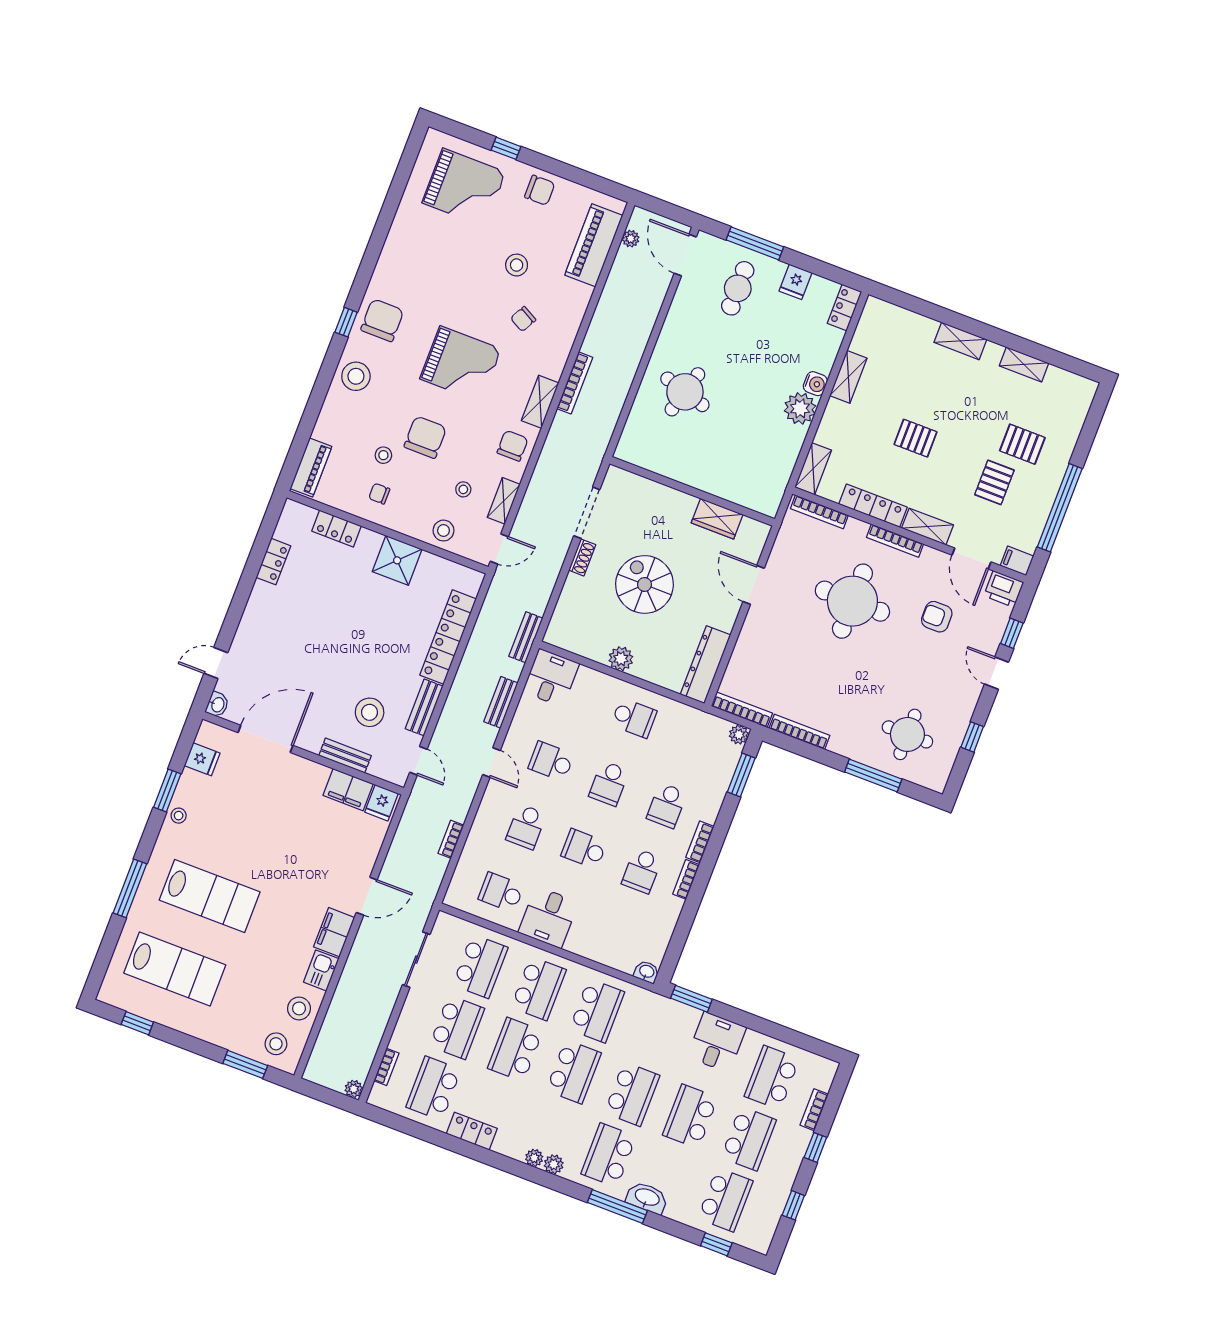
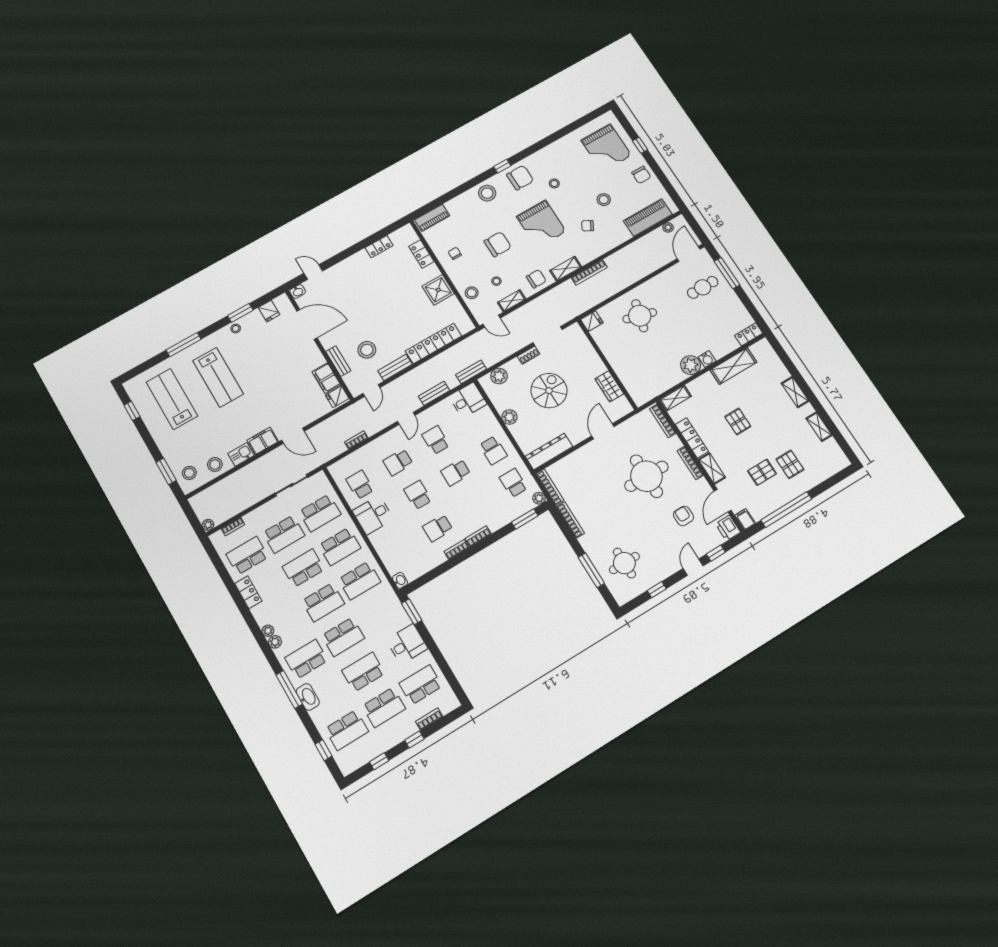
fridge: (796, 282) -> (592, 321), moved, turned 180
shelving: (848, 377) -> (733, 366), width x1.50, depth x1.33
stool: (383, 455) -> (554, 183), moved
plant: (566, 615) -> (499, 376), added
school desk: (667, 805) -> (513, 483), moved, turned 90
lab bench: (175, 969) -> (172, 399), turned 180

